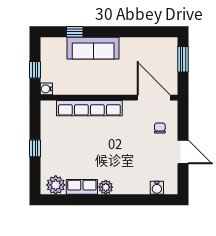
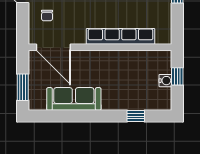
sofa: (93, 48) -> (74, 99), moved
water cooler: (46, 89) -> (165, 81), moved

